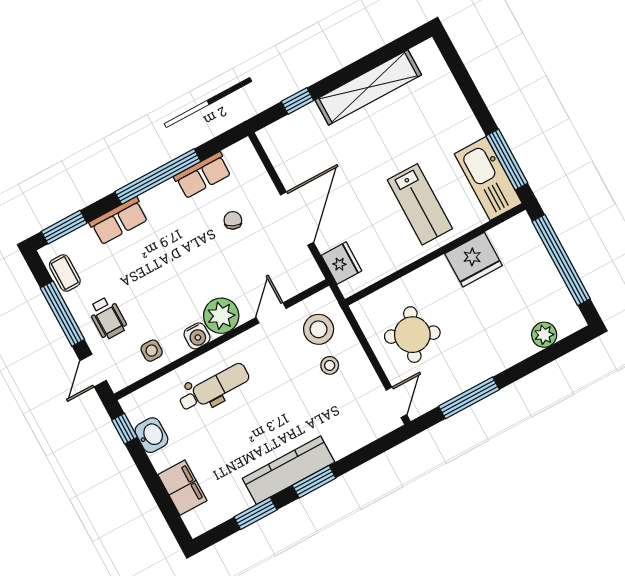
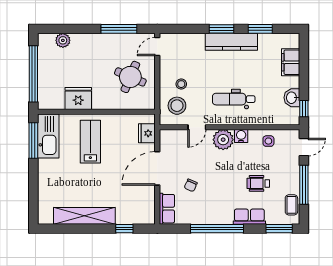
row of seats: (203, 175) -> (167, 209), moved, turned 90
wheelchair: (108, 318) -> (258, 183), moved, turned -90
dental chair: (214, 388) -> (234, 99), moved

